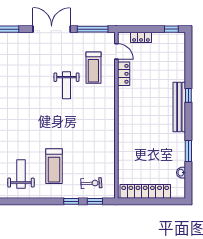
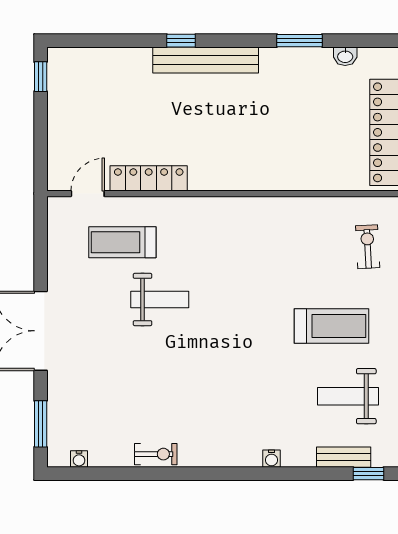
window: (93, 29) -> (41, 244), removed
locker: (141, 37) -> (58, 141), removed
treadmill: (93, 68) -> (122, 242), turned 180
locker: (124, 74) -> (149, 178), width x1.53

